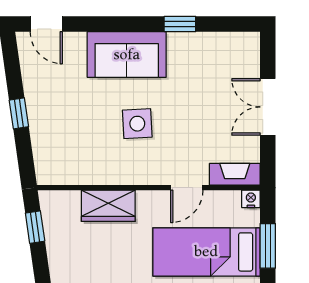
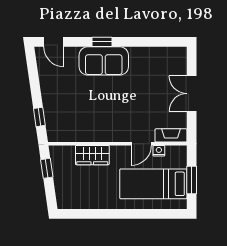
window: (180, 24) -> (102, 42), moved
window: (19, 113) -> (39, 117), moved
side table: (137, 124) -> (110, 104), removed
nightstand: (251, 199) -> (159, 151), moved

